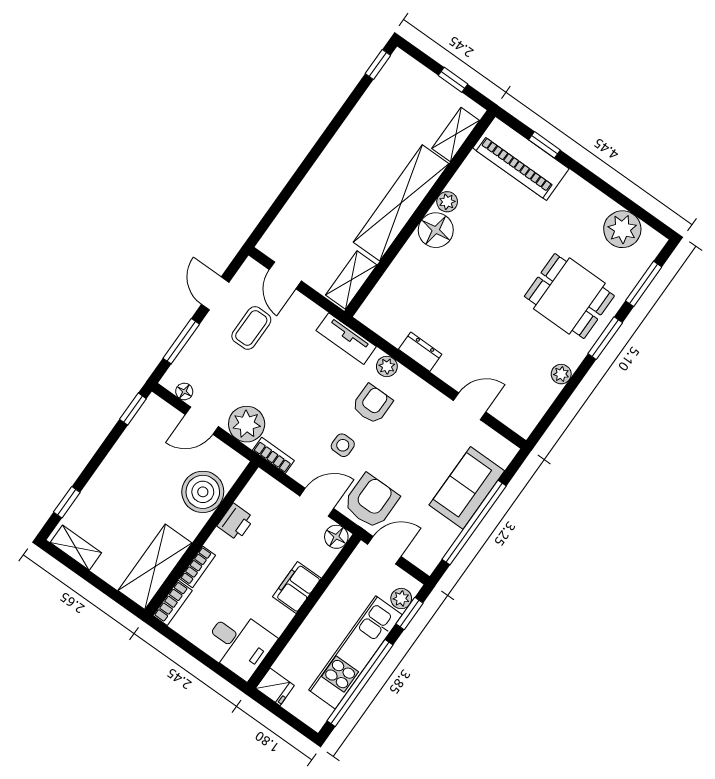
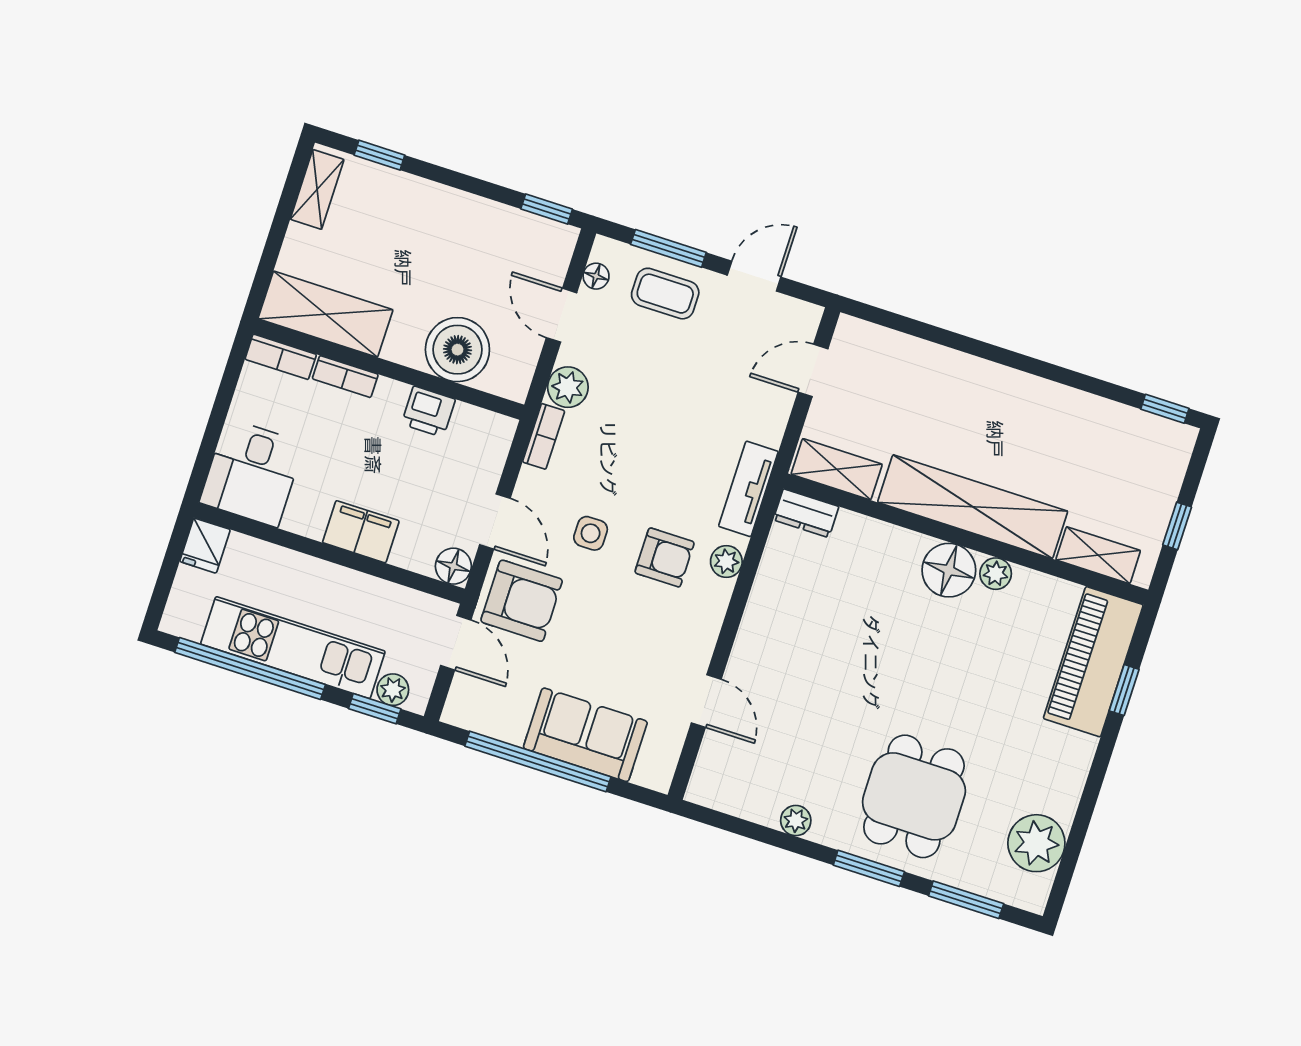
coffee table: (251, 328) -> (665, 294), moved
dresser: (420, 352) -> (806, 513), moved, turned 90
plant: (247, 424) -> (568, 387), width x0.73, depth x0.73

